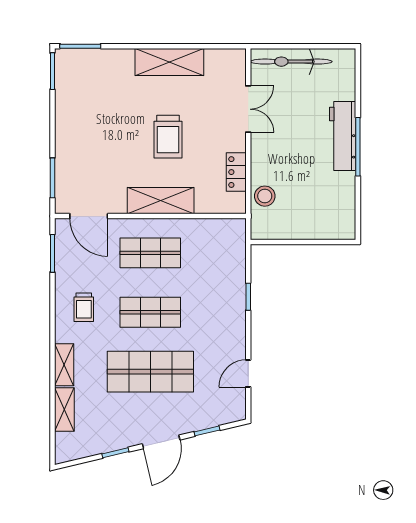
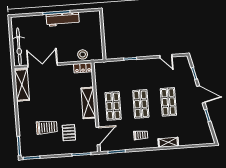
shelving: (169, 62) -> (22, 85), moved
double door: (248, 109) -> (43, 65), width x1.37
workbench: (343, 136) -> (63, 19), moved
trolley: (168, 137) -> (47, 127), moved
pallet: (100, 155) -> (69, 133), added
locker: (236, 172) -> (83, 68), moved
shop shelf: (150, 372) -> (168, 102), width x0.70, depth x0.74
shelving: (64, 410) -> (189, 141), removed

